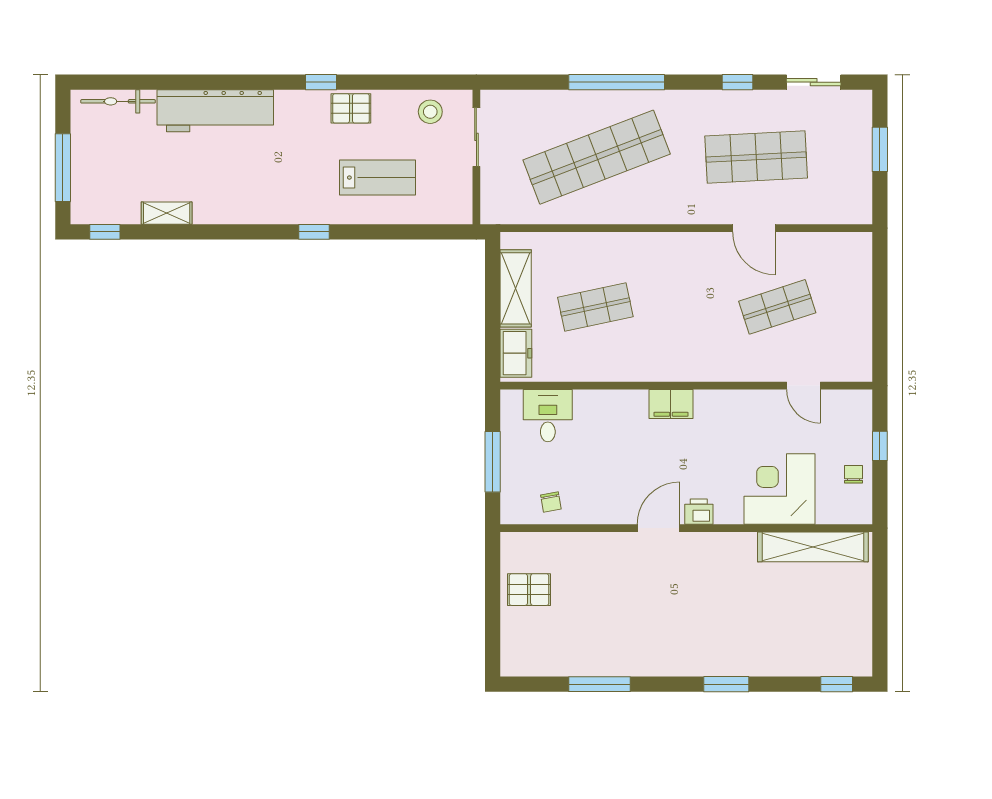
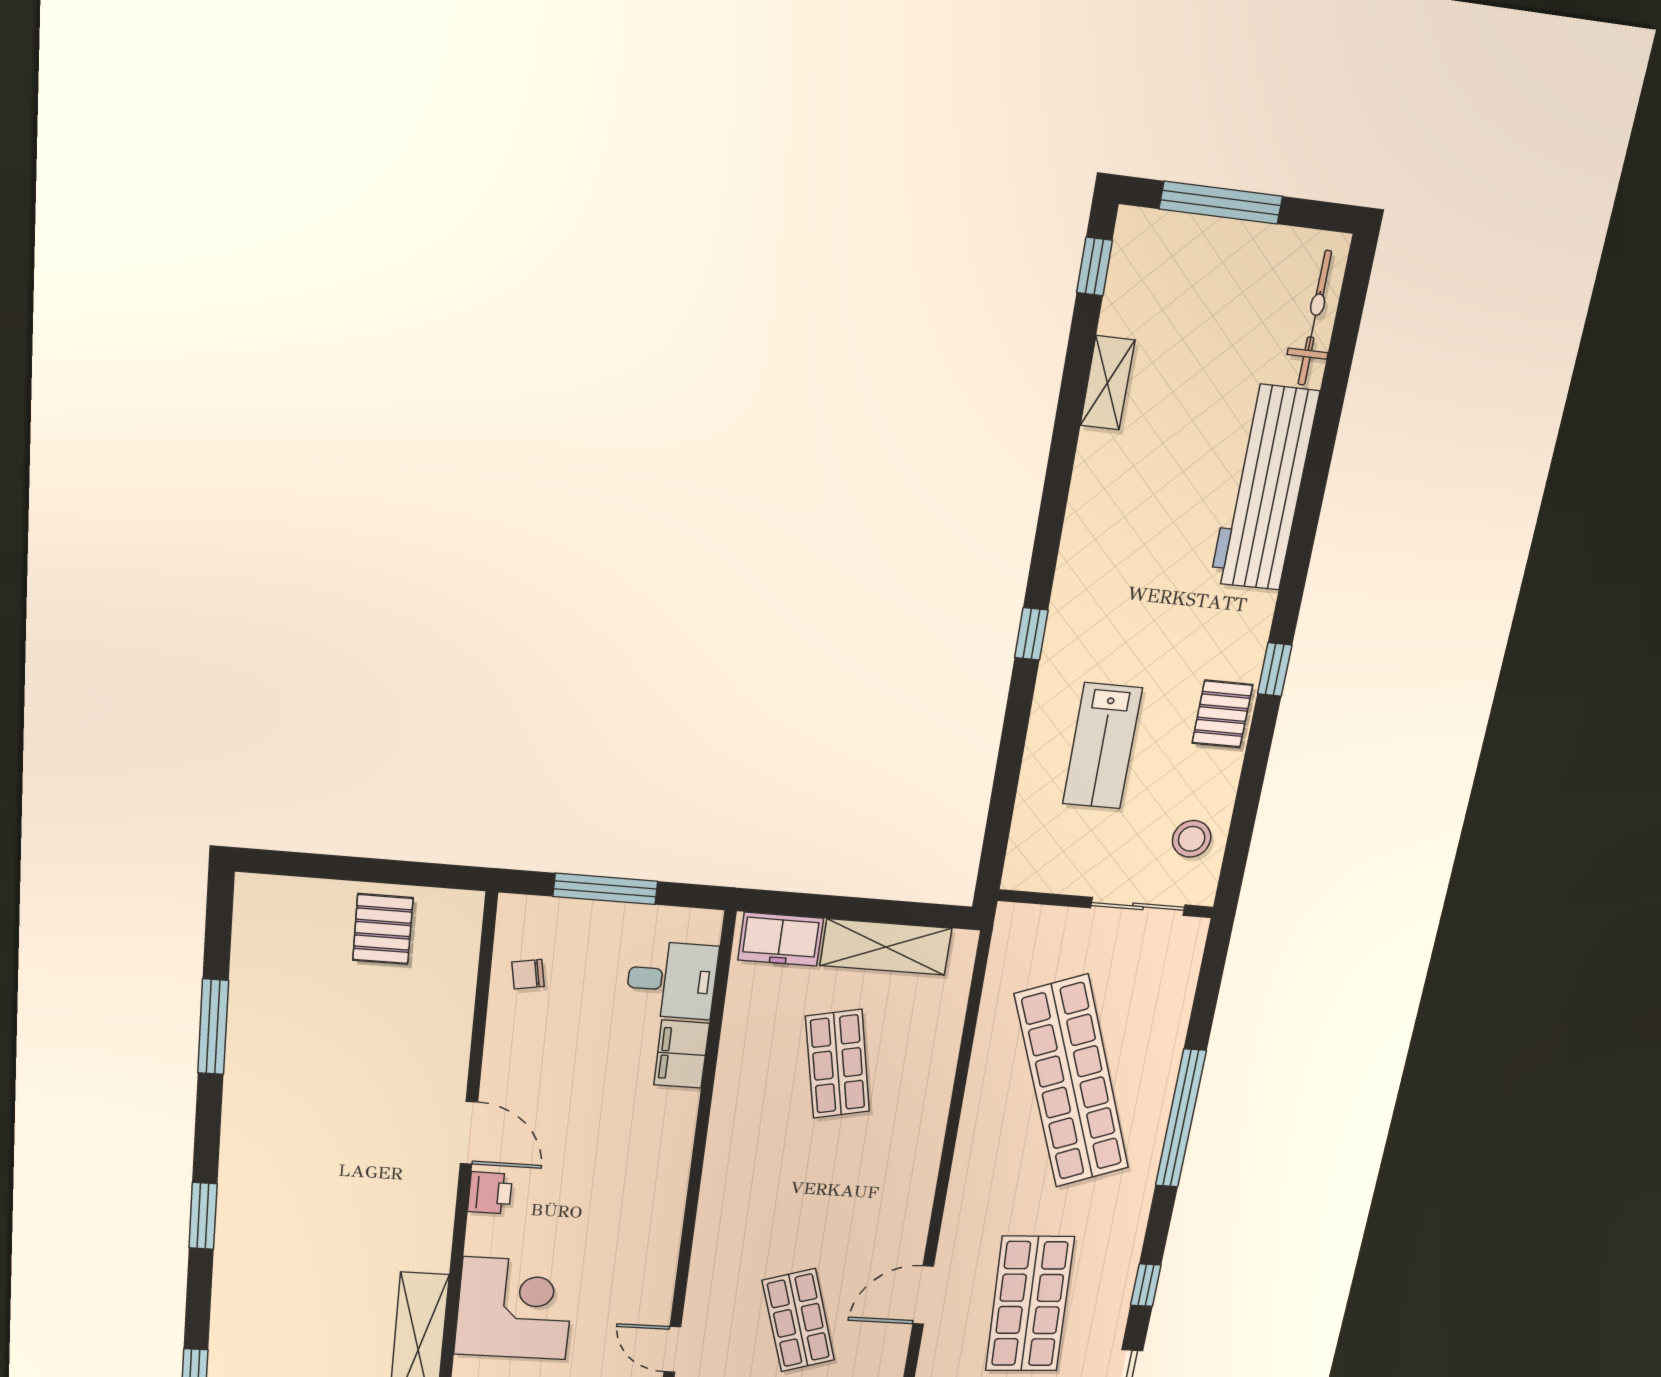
door: (803, 386) -> (672, 1349), hinge flipped
filing cabinet: (671, 404) -> (682, 1054), moved

